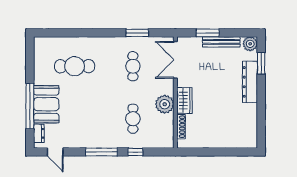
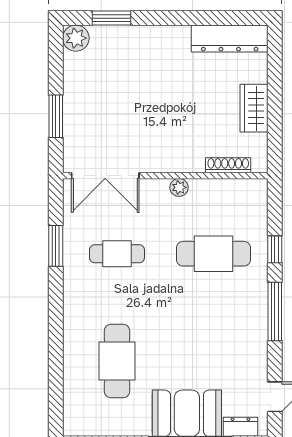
bench: (221, 42) -> (72, 91), removed
dresser: (250, 82) -> (230, 39), moved
wardrobe: (184, 100) -> (254, 108), moved, turned -90
plant: (165, 104) -> (179, 187), width x0.53, depth x0.53
cafe table: (133, 119) -> (213, 254), width x1.37, depth x1.35

